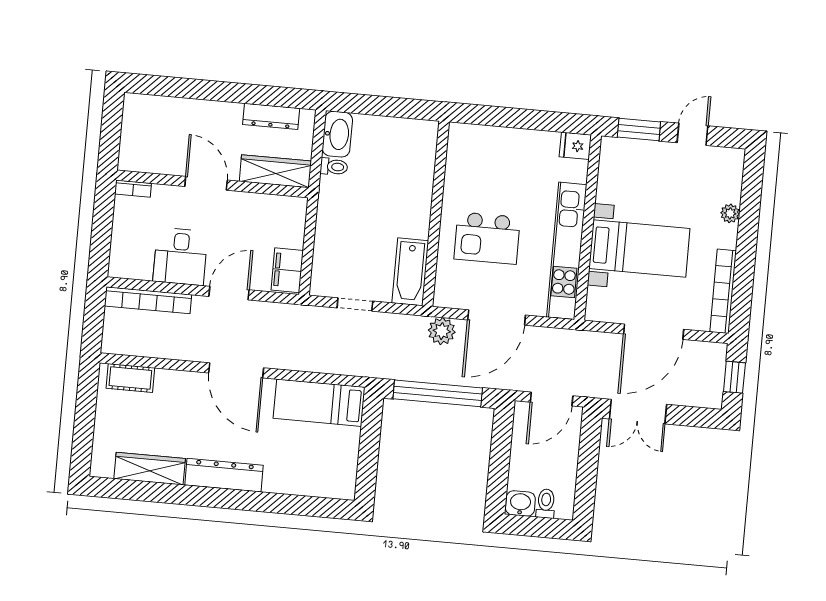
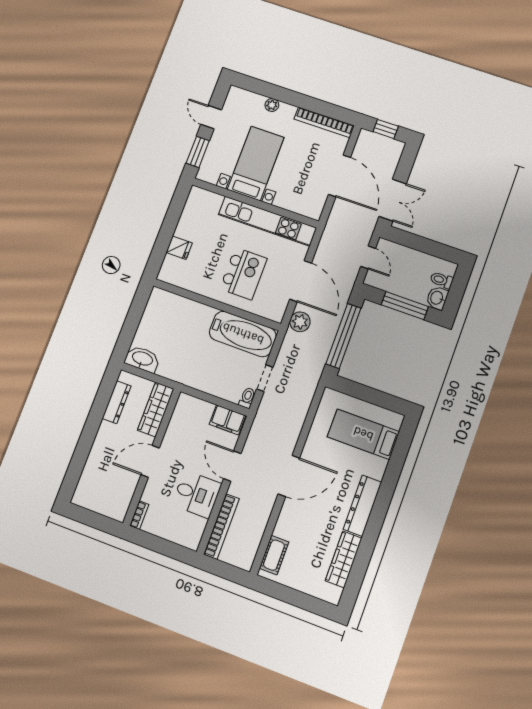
fridge: (575, 146) -> (179, 248), moved, turned -90
toilet: (334, 167) -> (247, 398), moved
bed with nightstands: (639, 249) -> (256, 163), moved
bathtub: (410, 272) -> (243, 334), width x1.36, depth x1.36
door: (552, 399) -> (368, 257), width x0.73
bed: (319, 403) -> (363, 434), moved, turned 90
window: (499, 464) -> (405, 306), added

